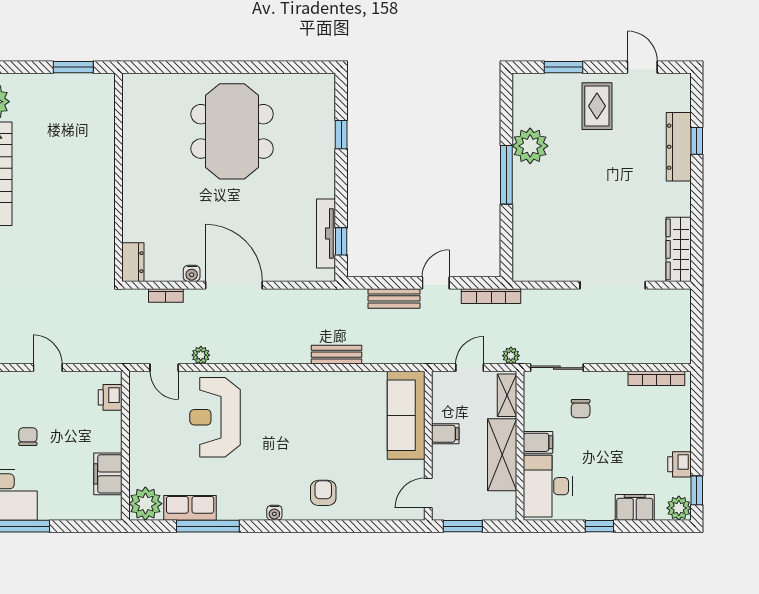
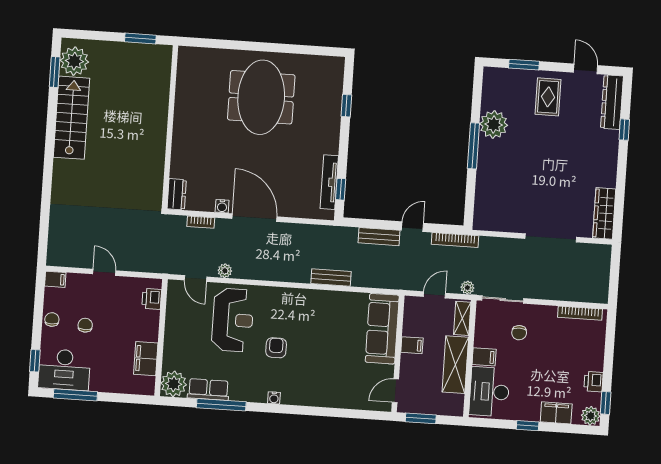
dresser: (679, 147) -> (612, 102), moved
reception desk: (215, 417) -> (233, 320), turned 180
armchair: (323, 493) -> (276, 348), moved

